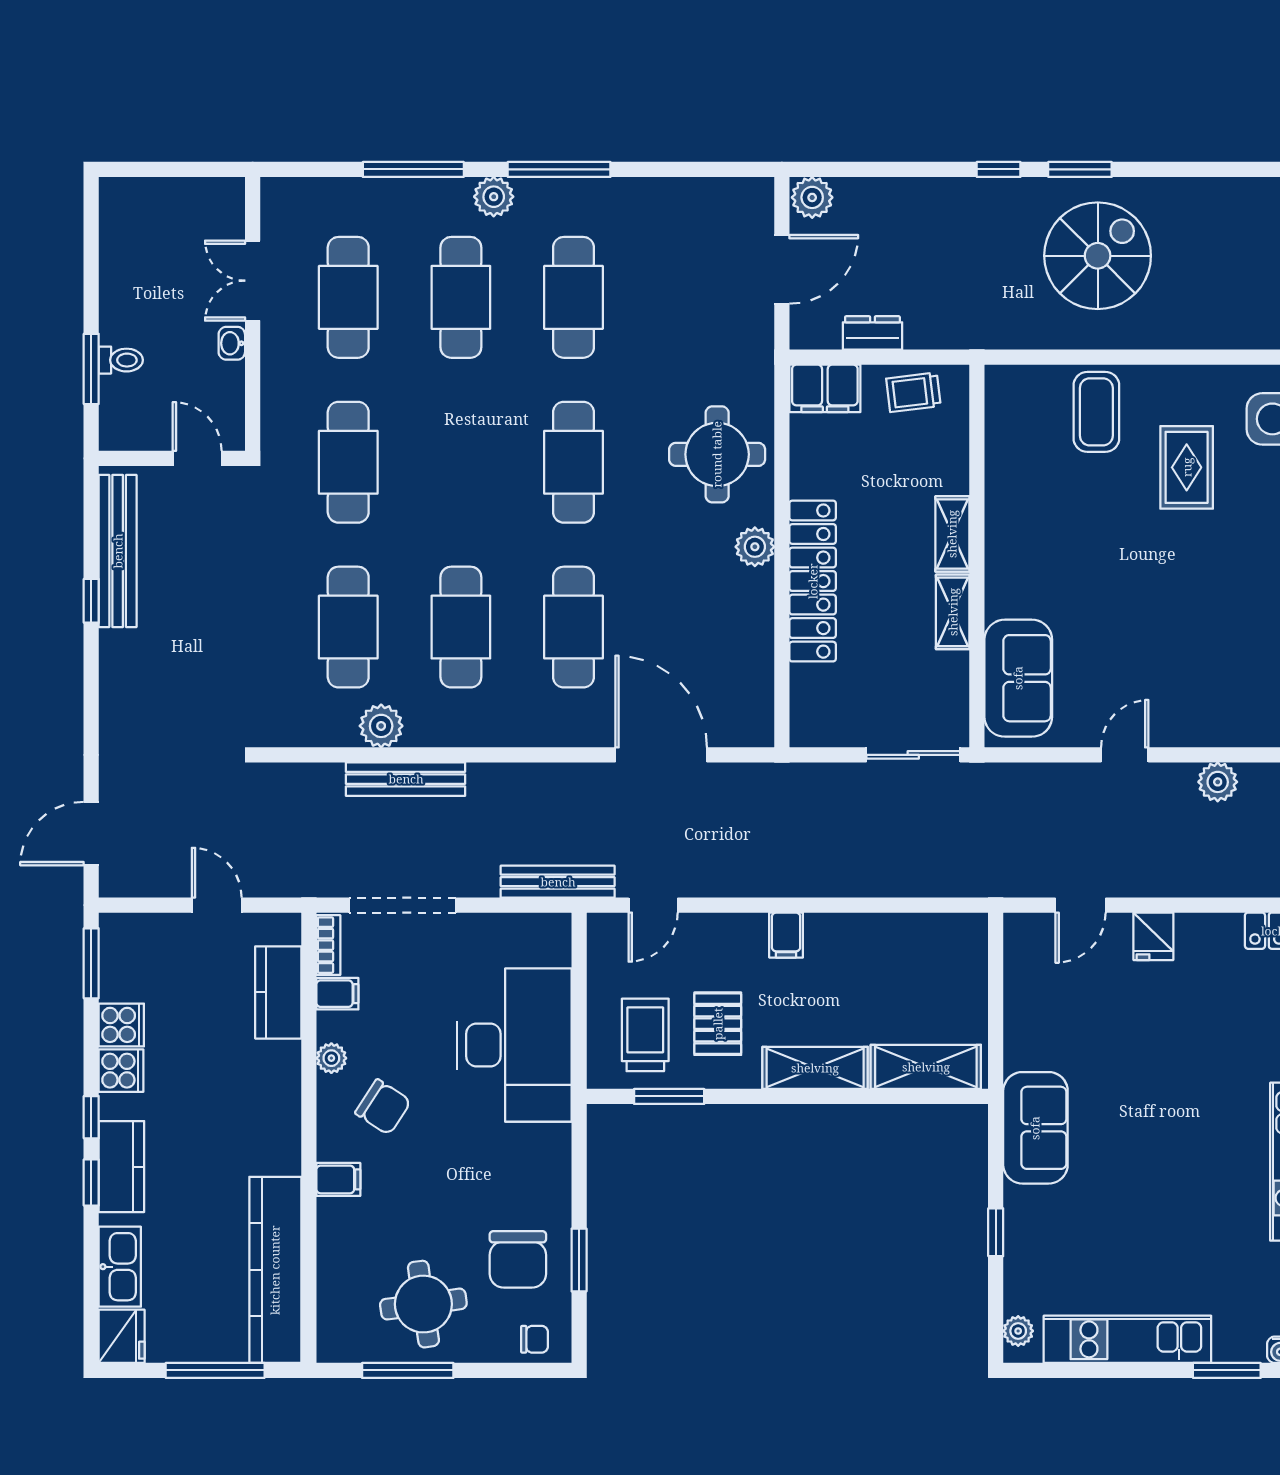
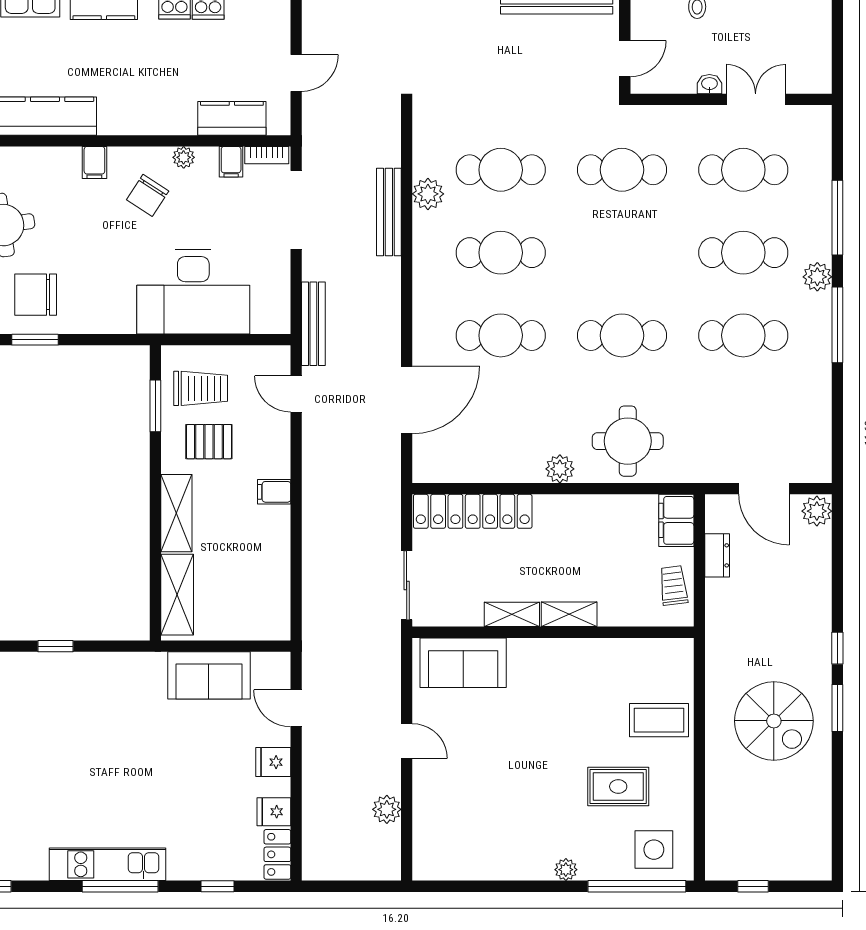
locker: (813, 581) -> (473, 511), moved
fridge: (1221, 935) -> (274, 812), added
sofa: (1035, 1128) -> (209, 675), moved

